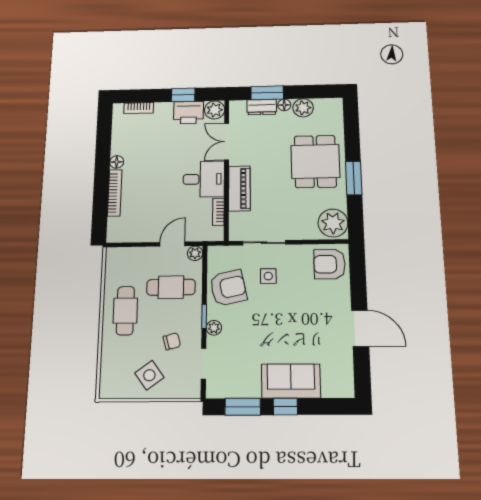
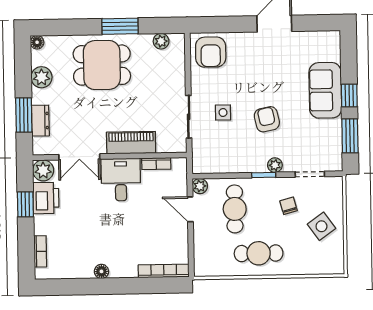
floor lamp: (284, 105) -> (37, 42), moved
bookcase: (115, 193) -> (164, 271), moved
plant: (333, 223) -> (161, 41), width x0.53, depth x0.53
armchair: (228, 288) -> (267, 119), moved, width x0.72, depth x0.72

